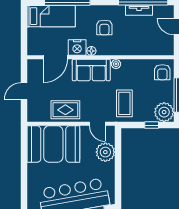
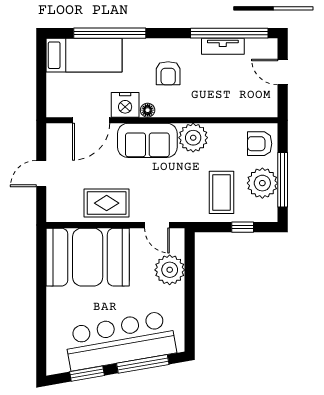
plant: (116, 64) -> (193, 138), width x1.88, depth x1.88
armchair: (162, 72) -> (260, 144), turned 90
coffee table: (124, 103) -> (221, 192), moved
plant: (164, 112) -> (262, 183), moved

